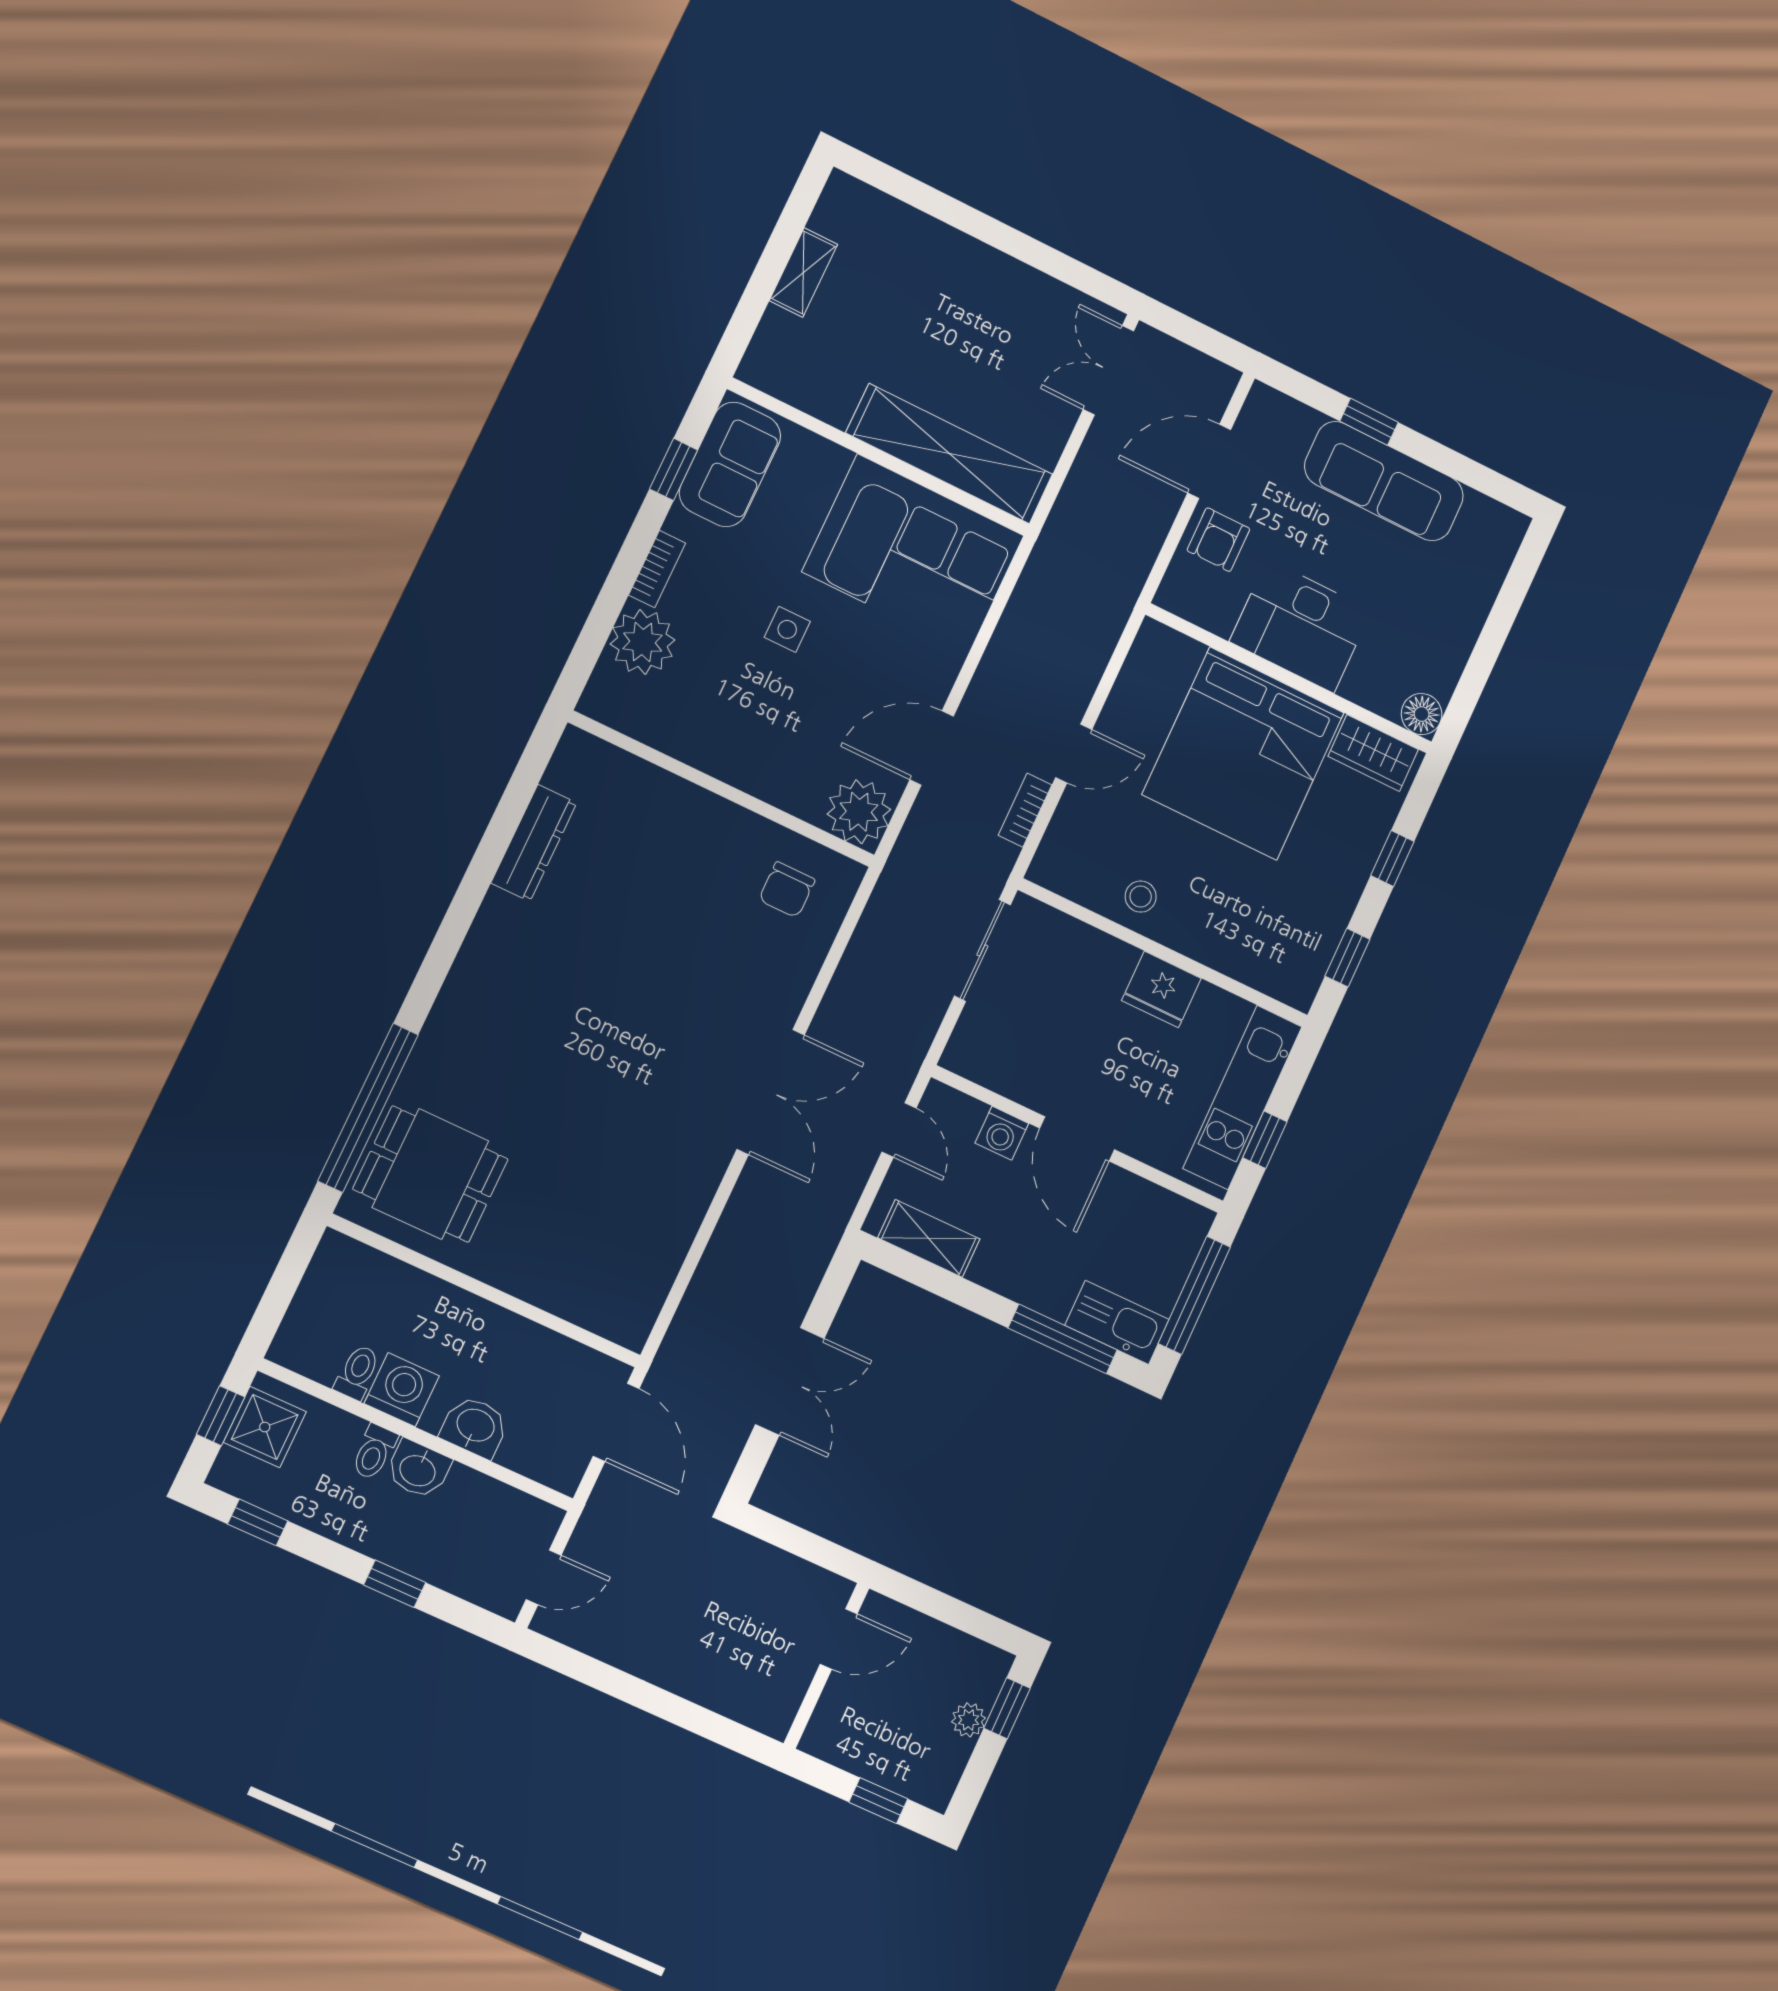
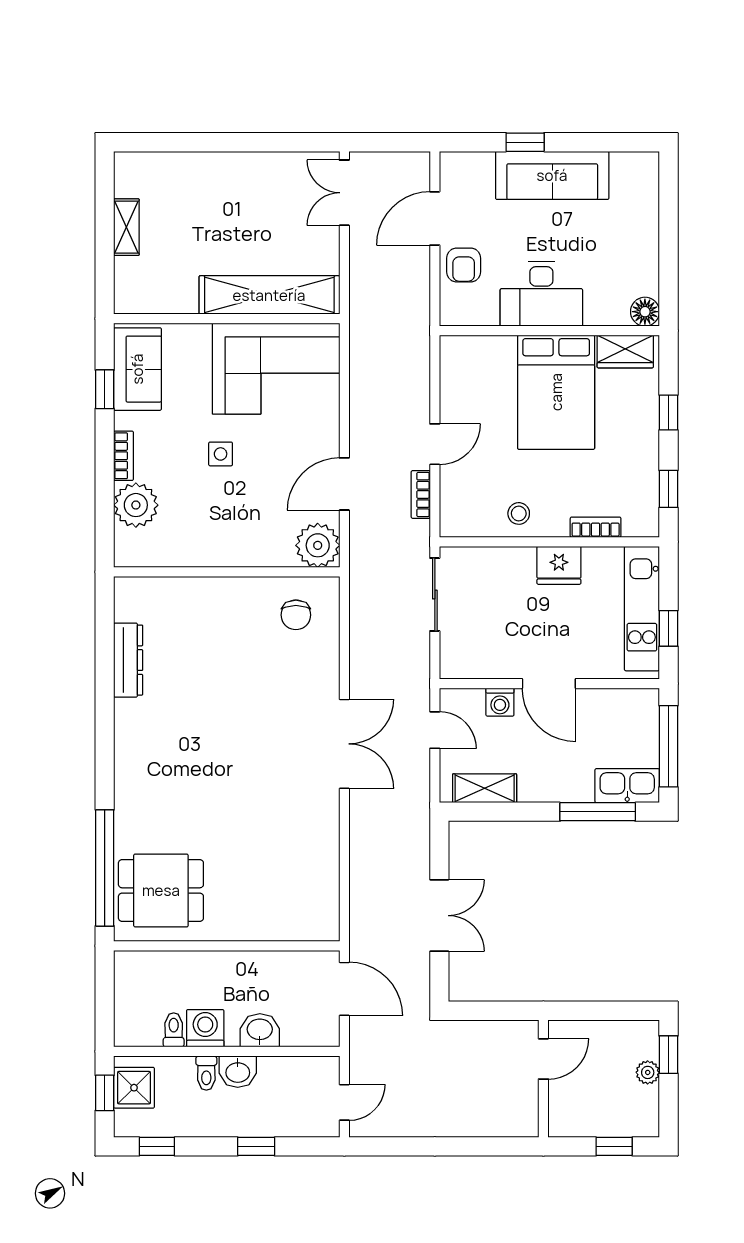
bed: (1243, 754) -> (556, 392), width x0.73
bookcase: (1231, 962) -> (596, 527), added

